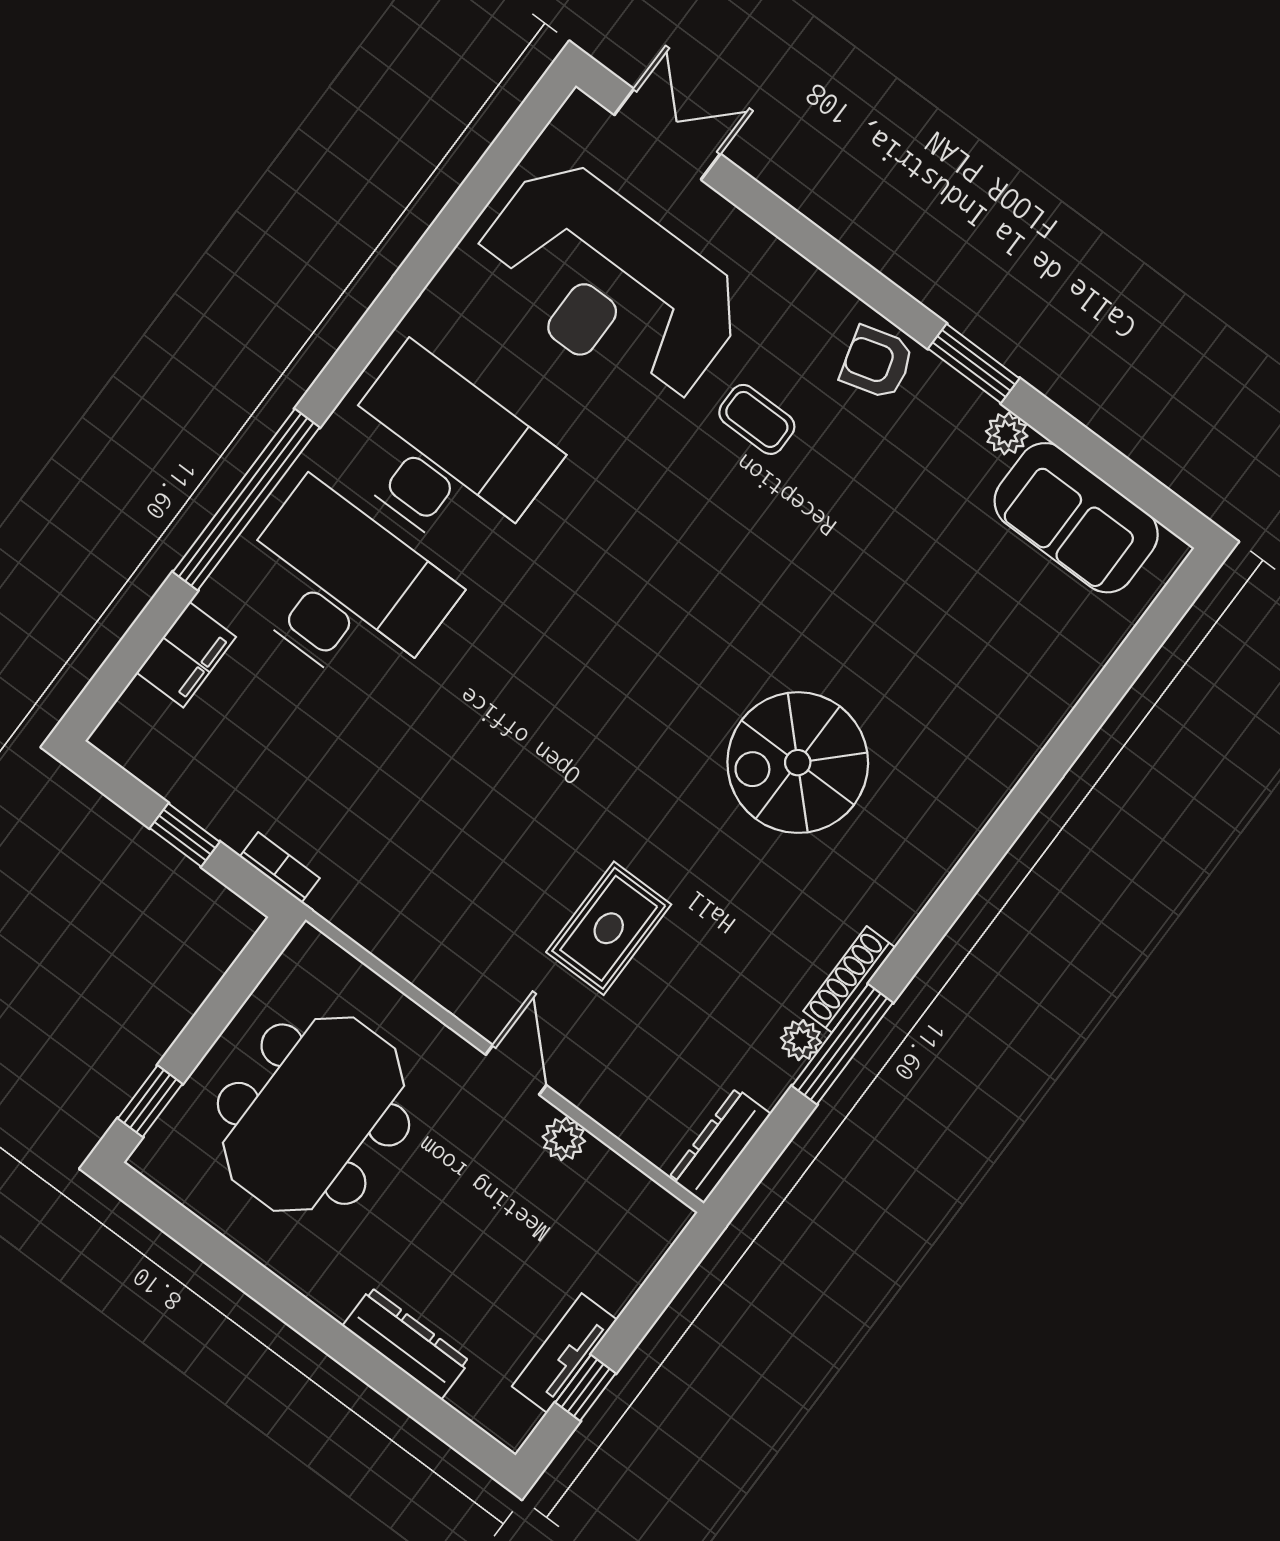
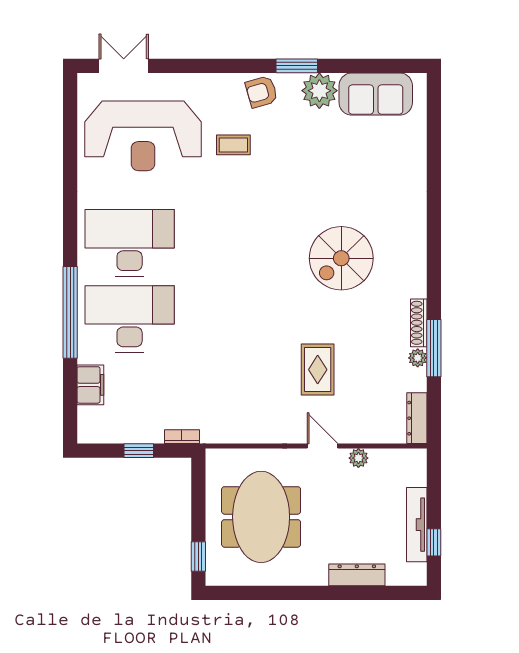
plant: (1007, 434) -> (319, 91), width x1.88, depth x1.88
tv unit: (564, 1353) -> (417, 525), width x1.41

